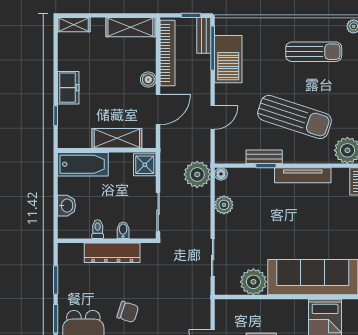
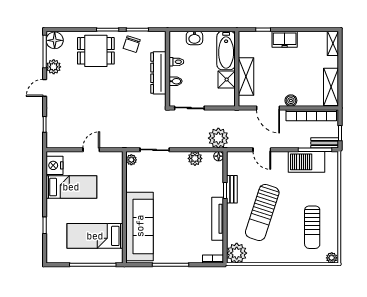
shower: (145, 165) -> (227, 79), moved
plant: (253, 282) -> (131, 160), moved, width x0.53, depth x0.53
chair: (128, 312) -> (132, 44), moved

